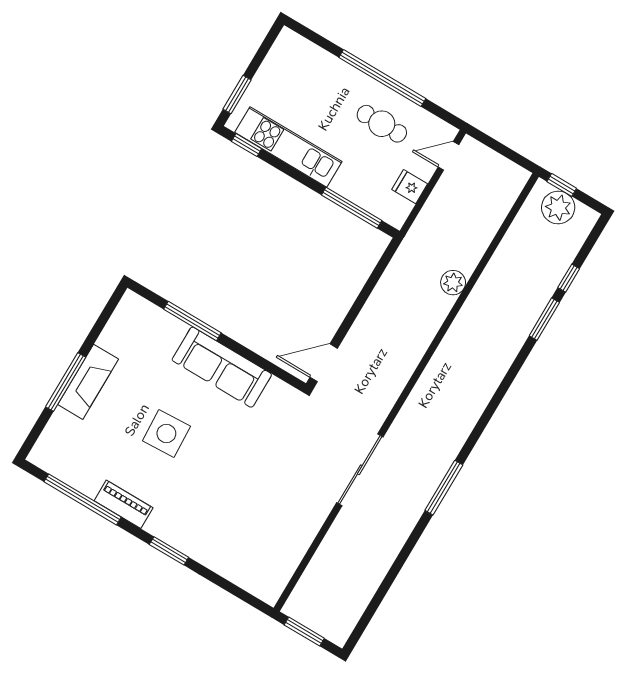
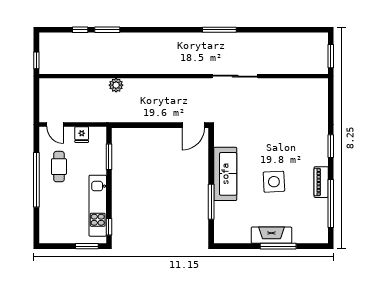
plant: (558, 207) -> (48, 56), removed
window: (352, 208) -> (109, 157), width x0.69
door: (324, 363) -> (193, 125), hinge flipped

